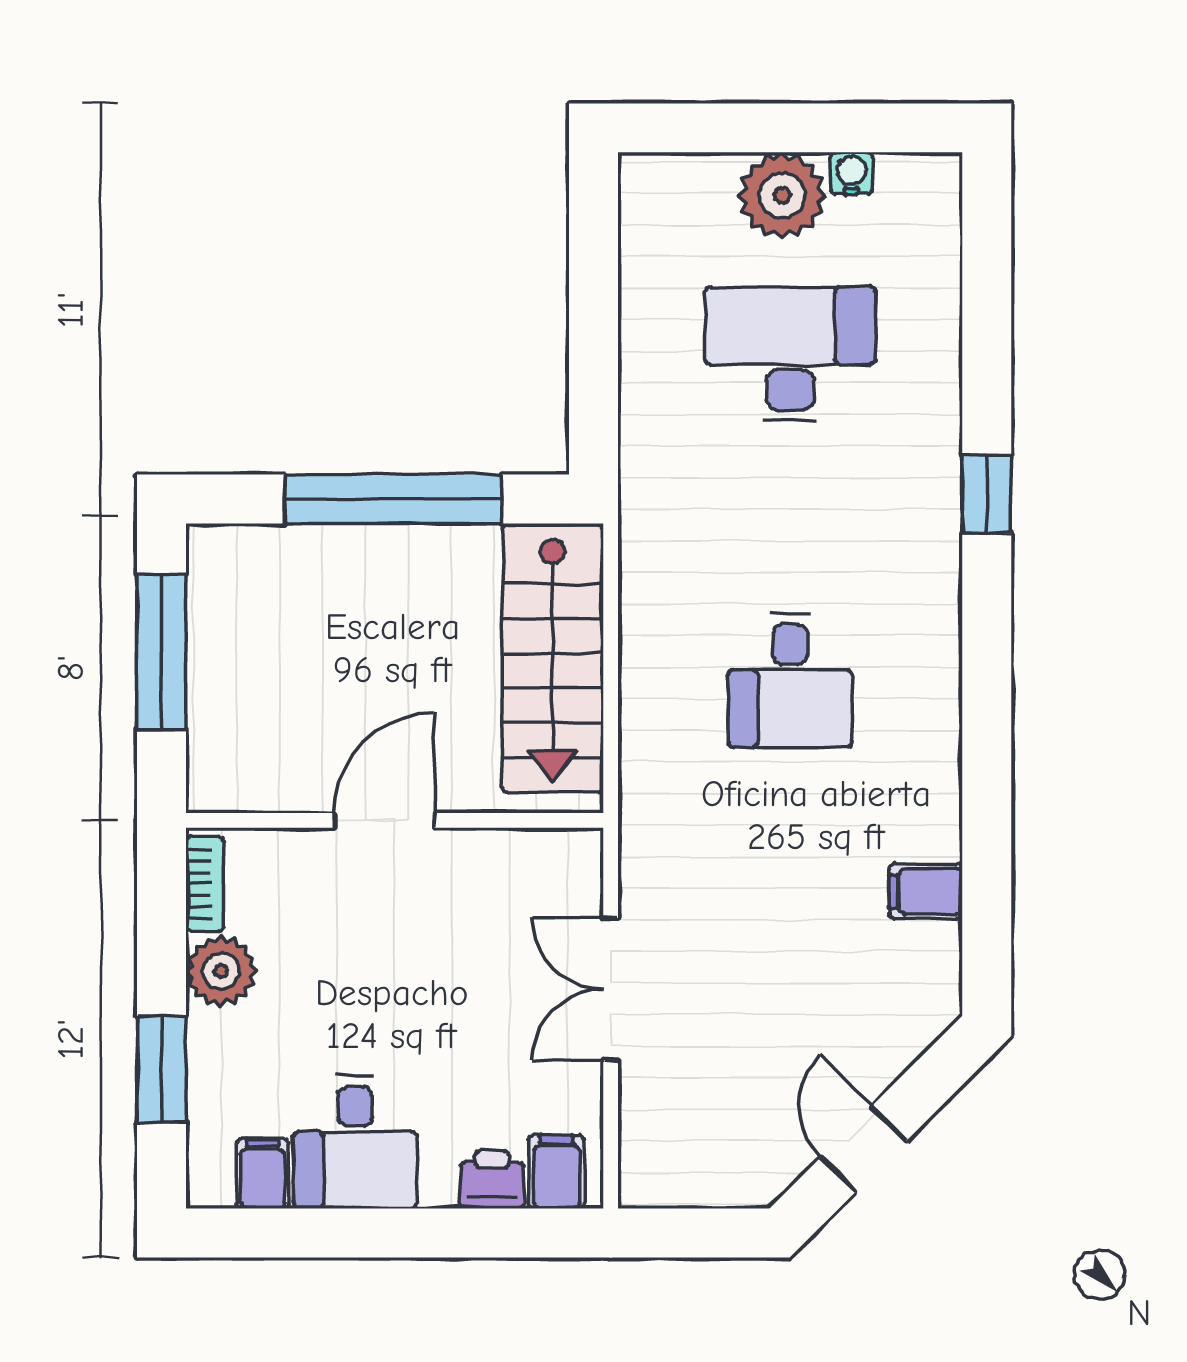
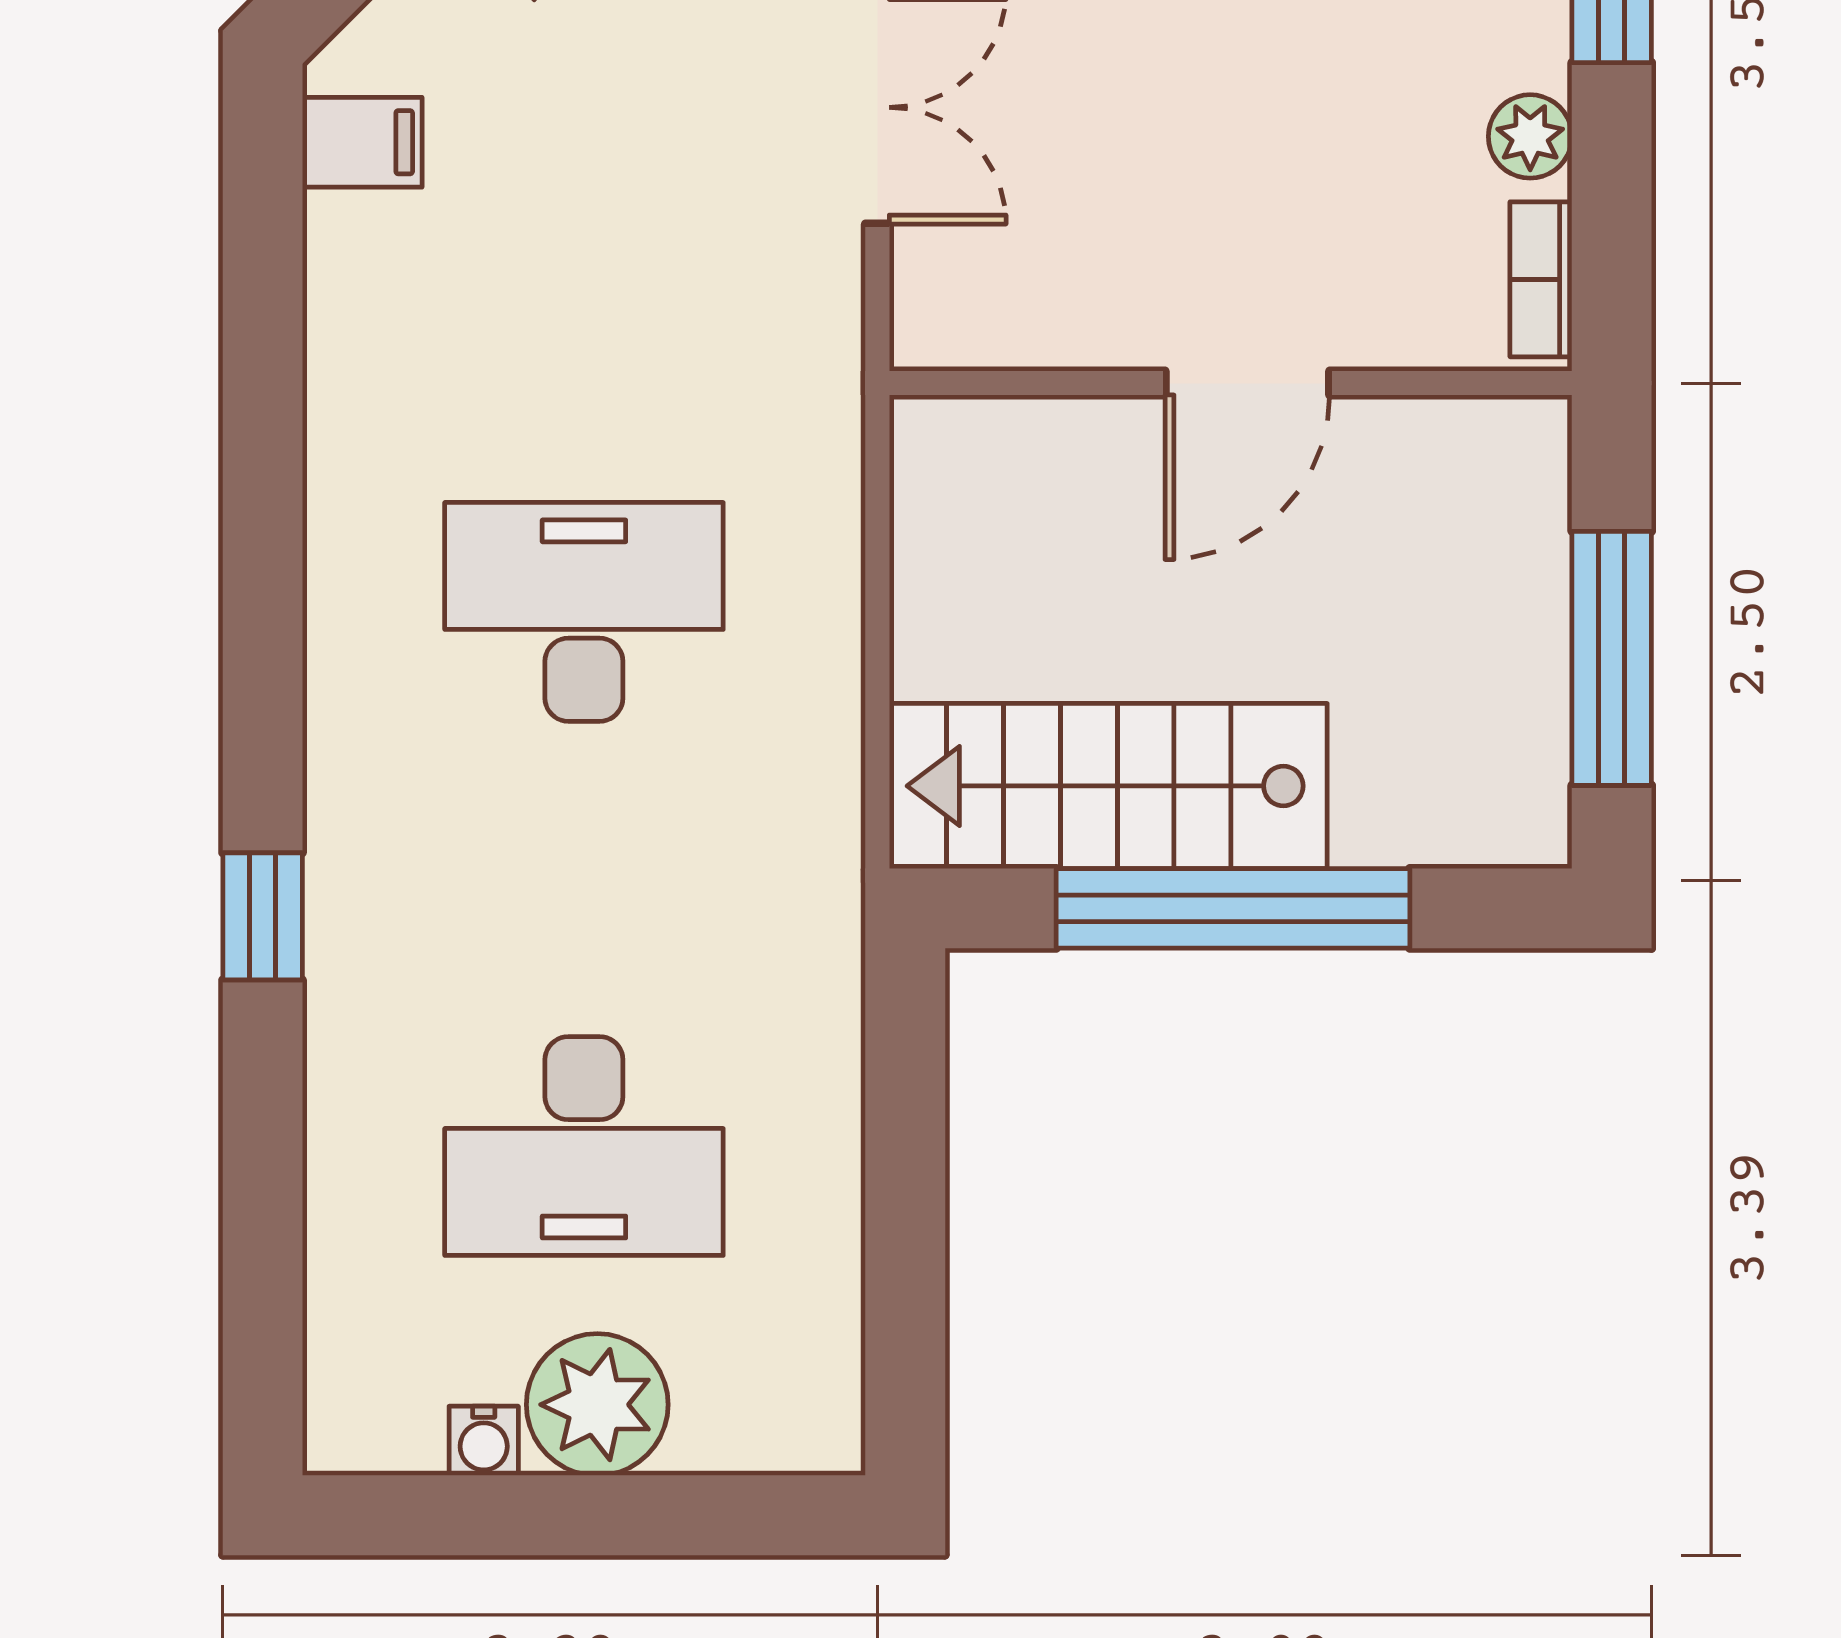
stairs: (553, 659) -> (1108, 786), moved, turned -90
desk: (790, 680) -> (584, 612), width x1.37
filing cabinet: (926, 891) -> (362, 142), moved
plant: (221, 971) -> (1530, 136), width x0.73, depth x0.73

